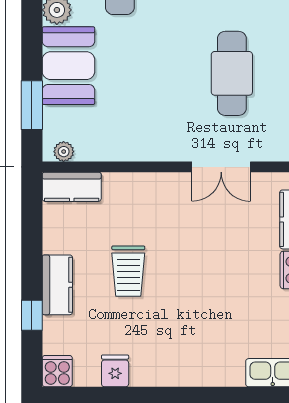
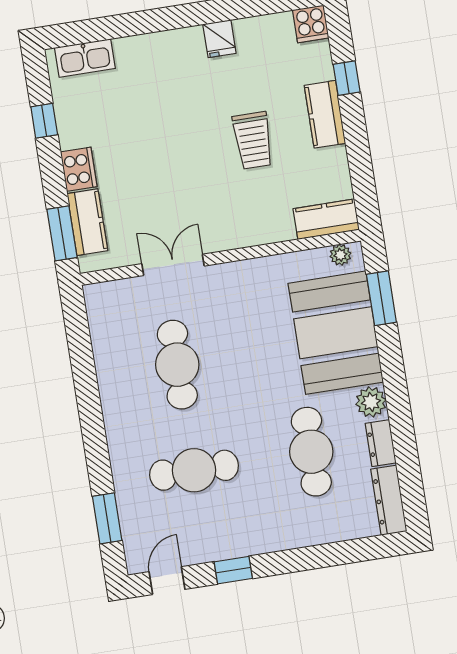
booth: (68, 66) -> (336, 333), width x1.36, depth x1.42
trolley: (128, 271) -> (253, 140), turned 180
fridge: (115, 371) -> (219, 39), moved

